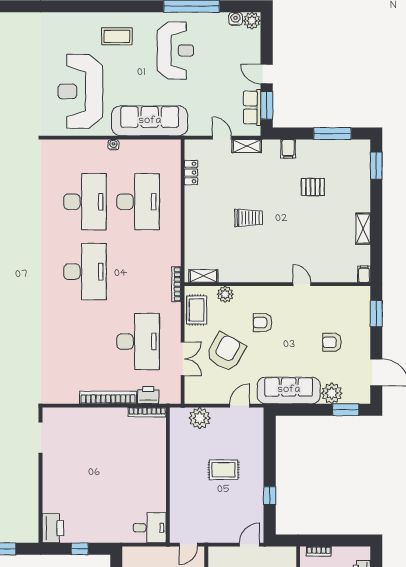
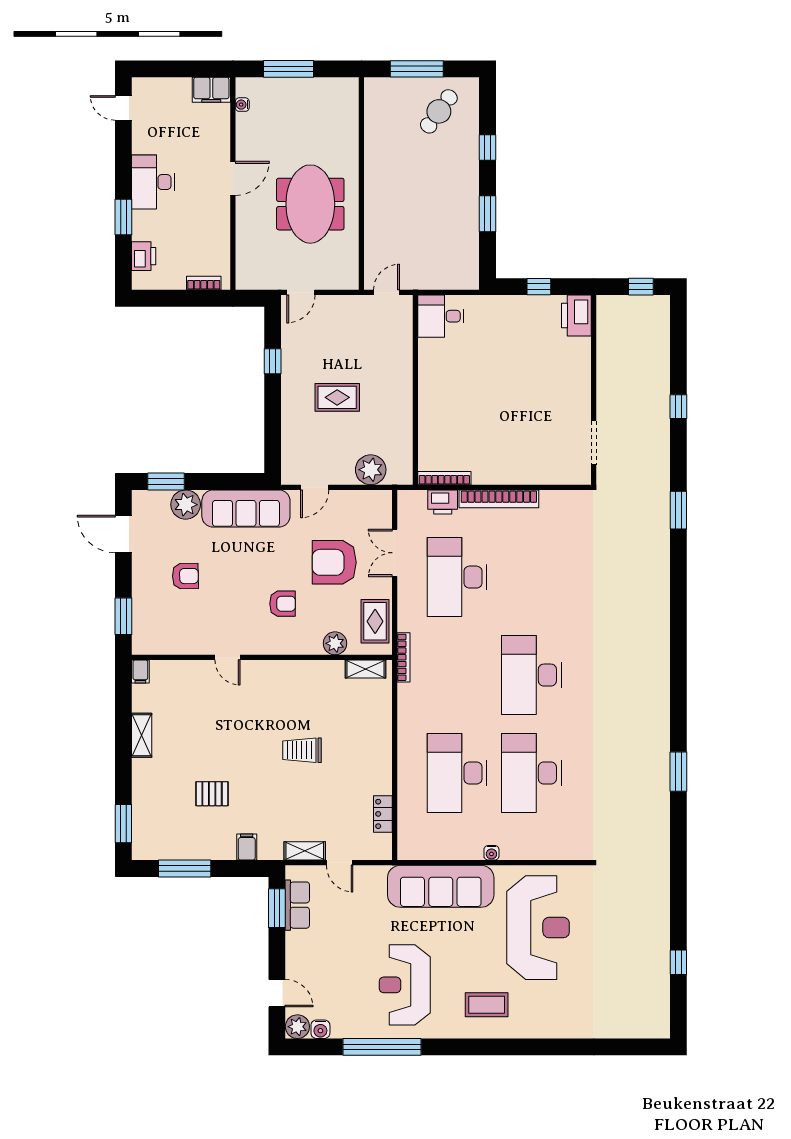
door: (267, 74) -> (277, 993), moved
armchair: (226, 352) -> (334, 562), turned 61

